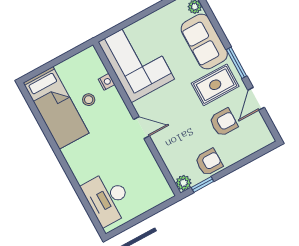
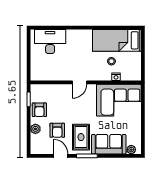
plant: (184, 183) -> (35, 129), moved

